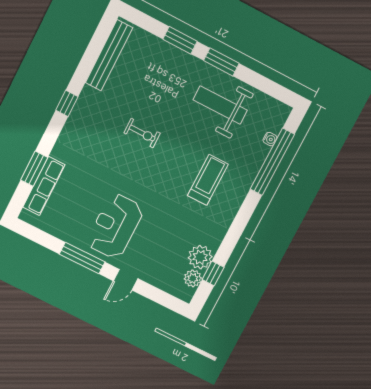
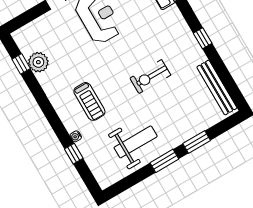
exercise bike: (142, 133) -> (150, 77), width x1.38, depth x1.39
water cooler: (270, 139) -> (76, 136), moved
window: (272, 162) -> (74, 154), width x0.32
plant: (193, 278) -> (27, 48), removed

